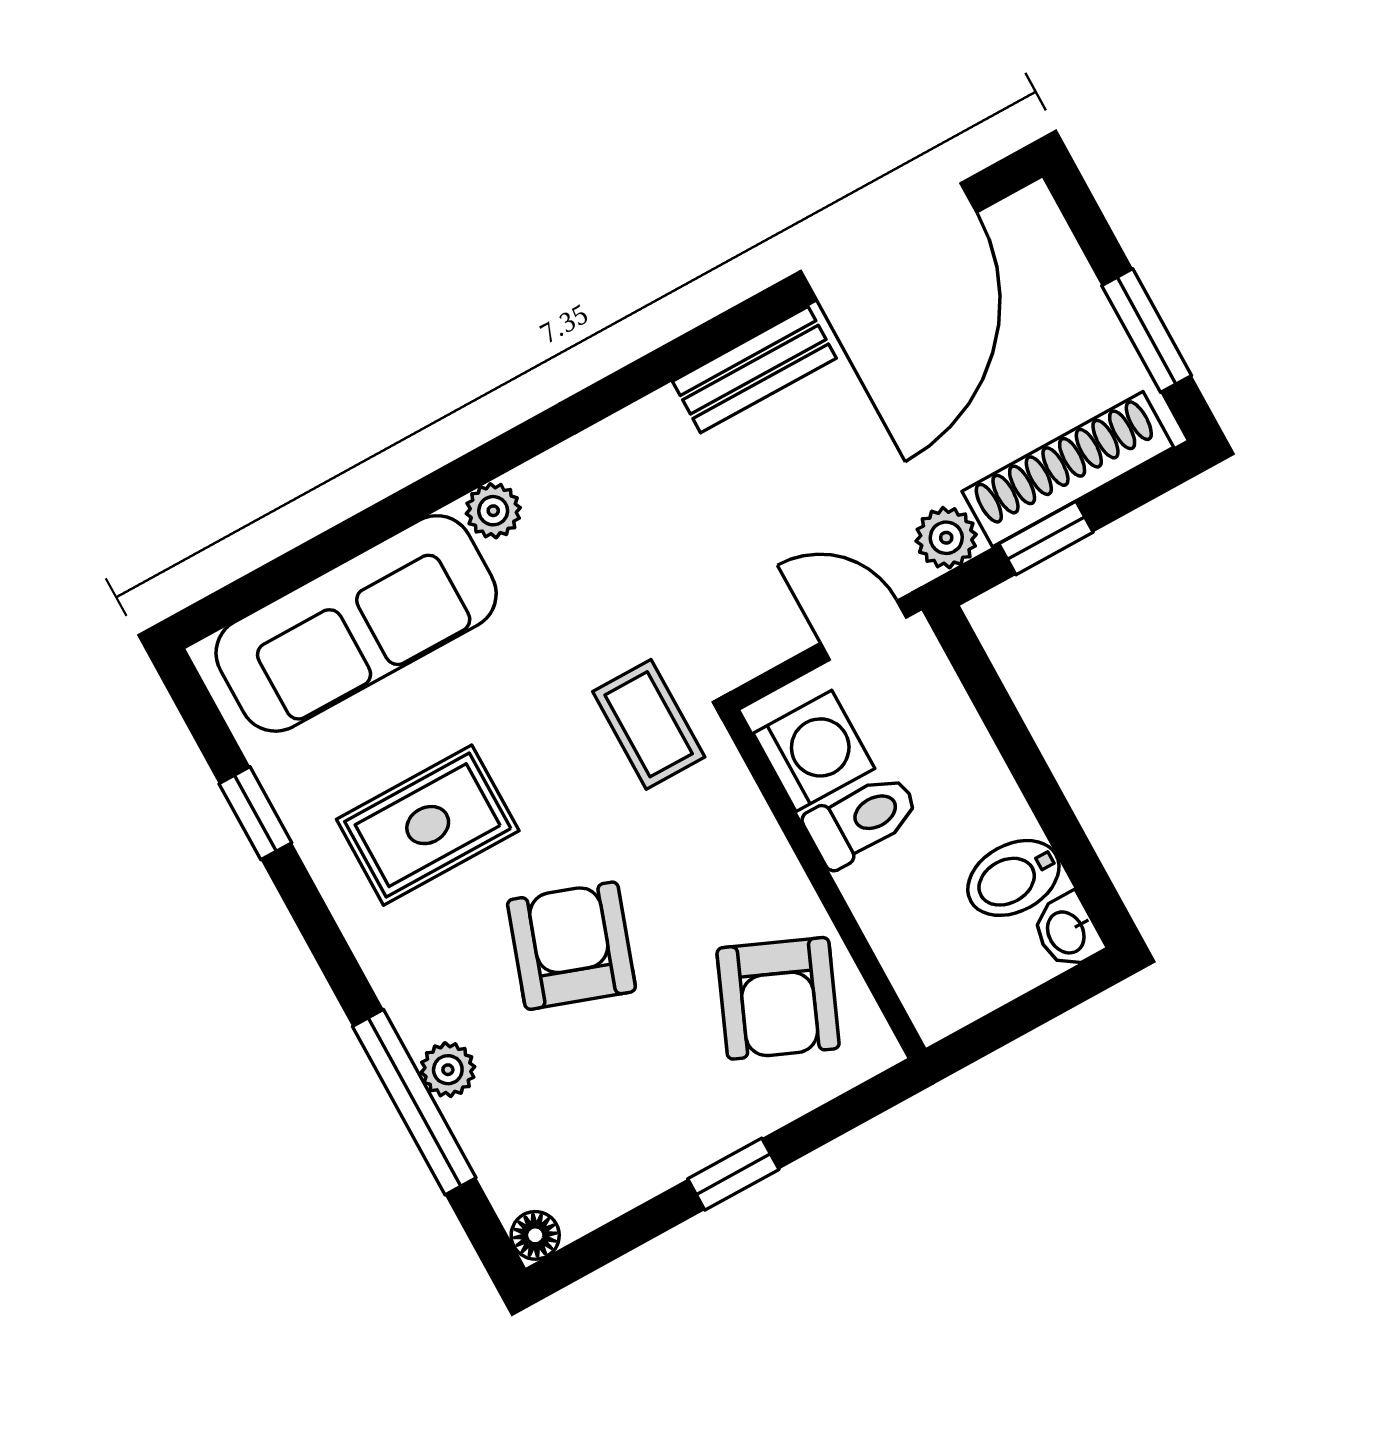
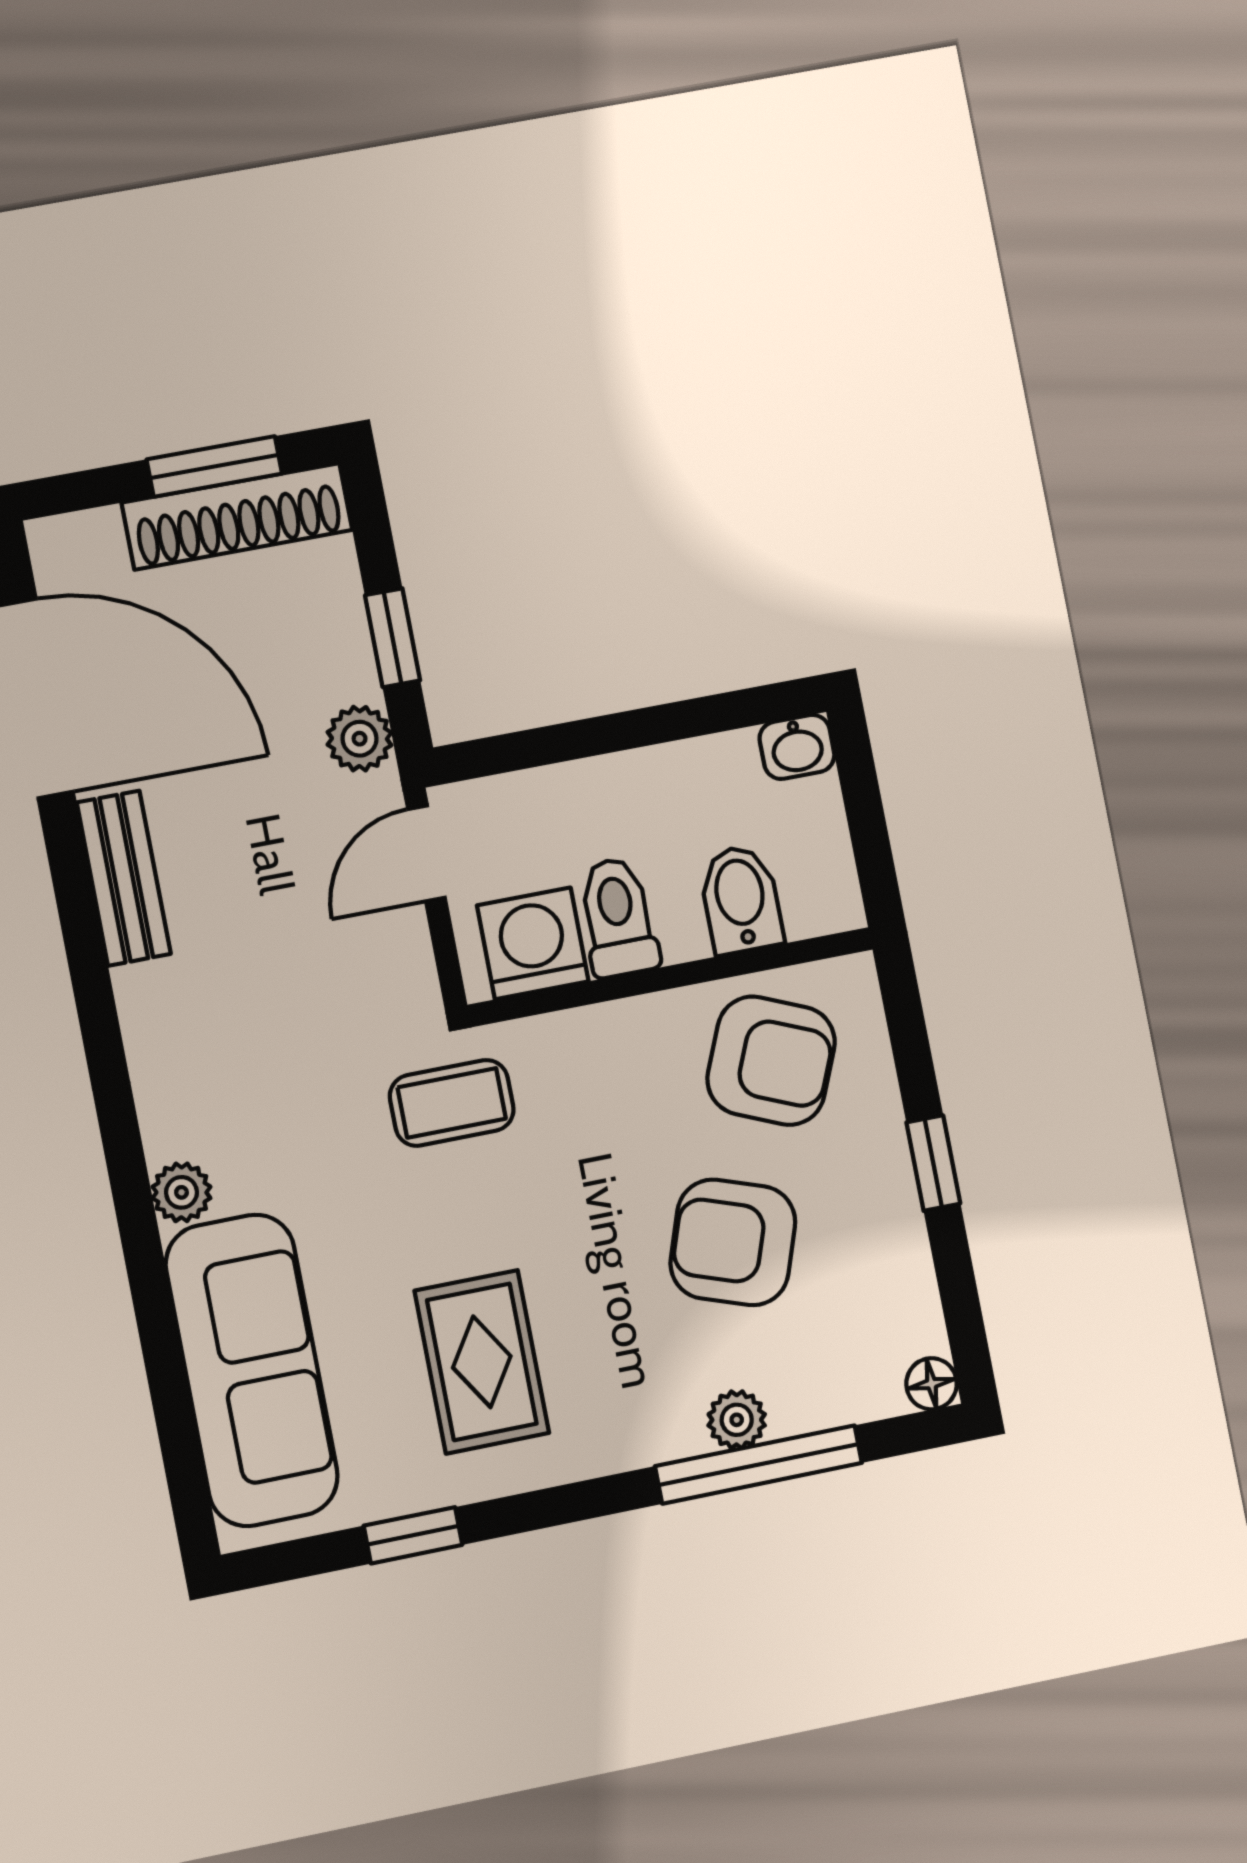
shoe rack: (1068, 469) -> (237, 516), moved, turned -90
bidet: (1013, 878) -> (741, 899), moved, turned 180
armchair: (571, 946) -> (733, 1242), moved

